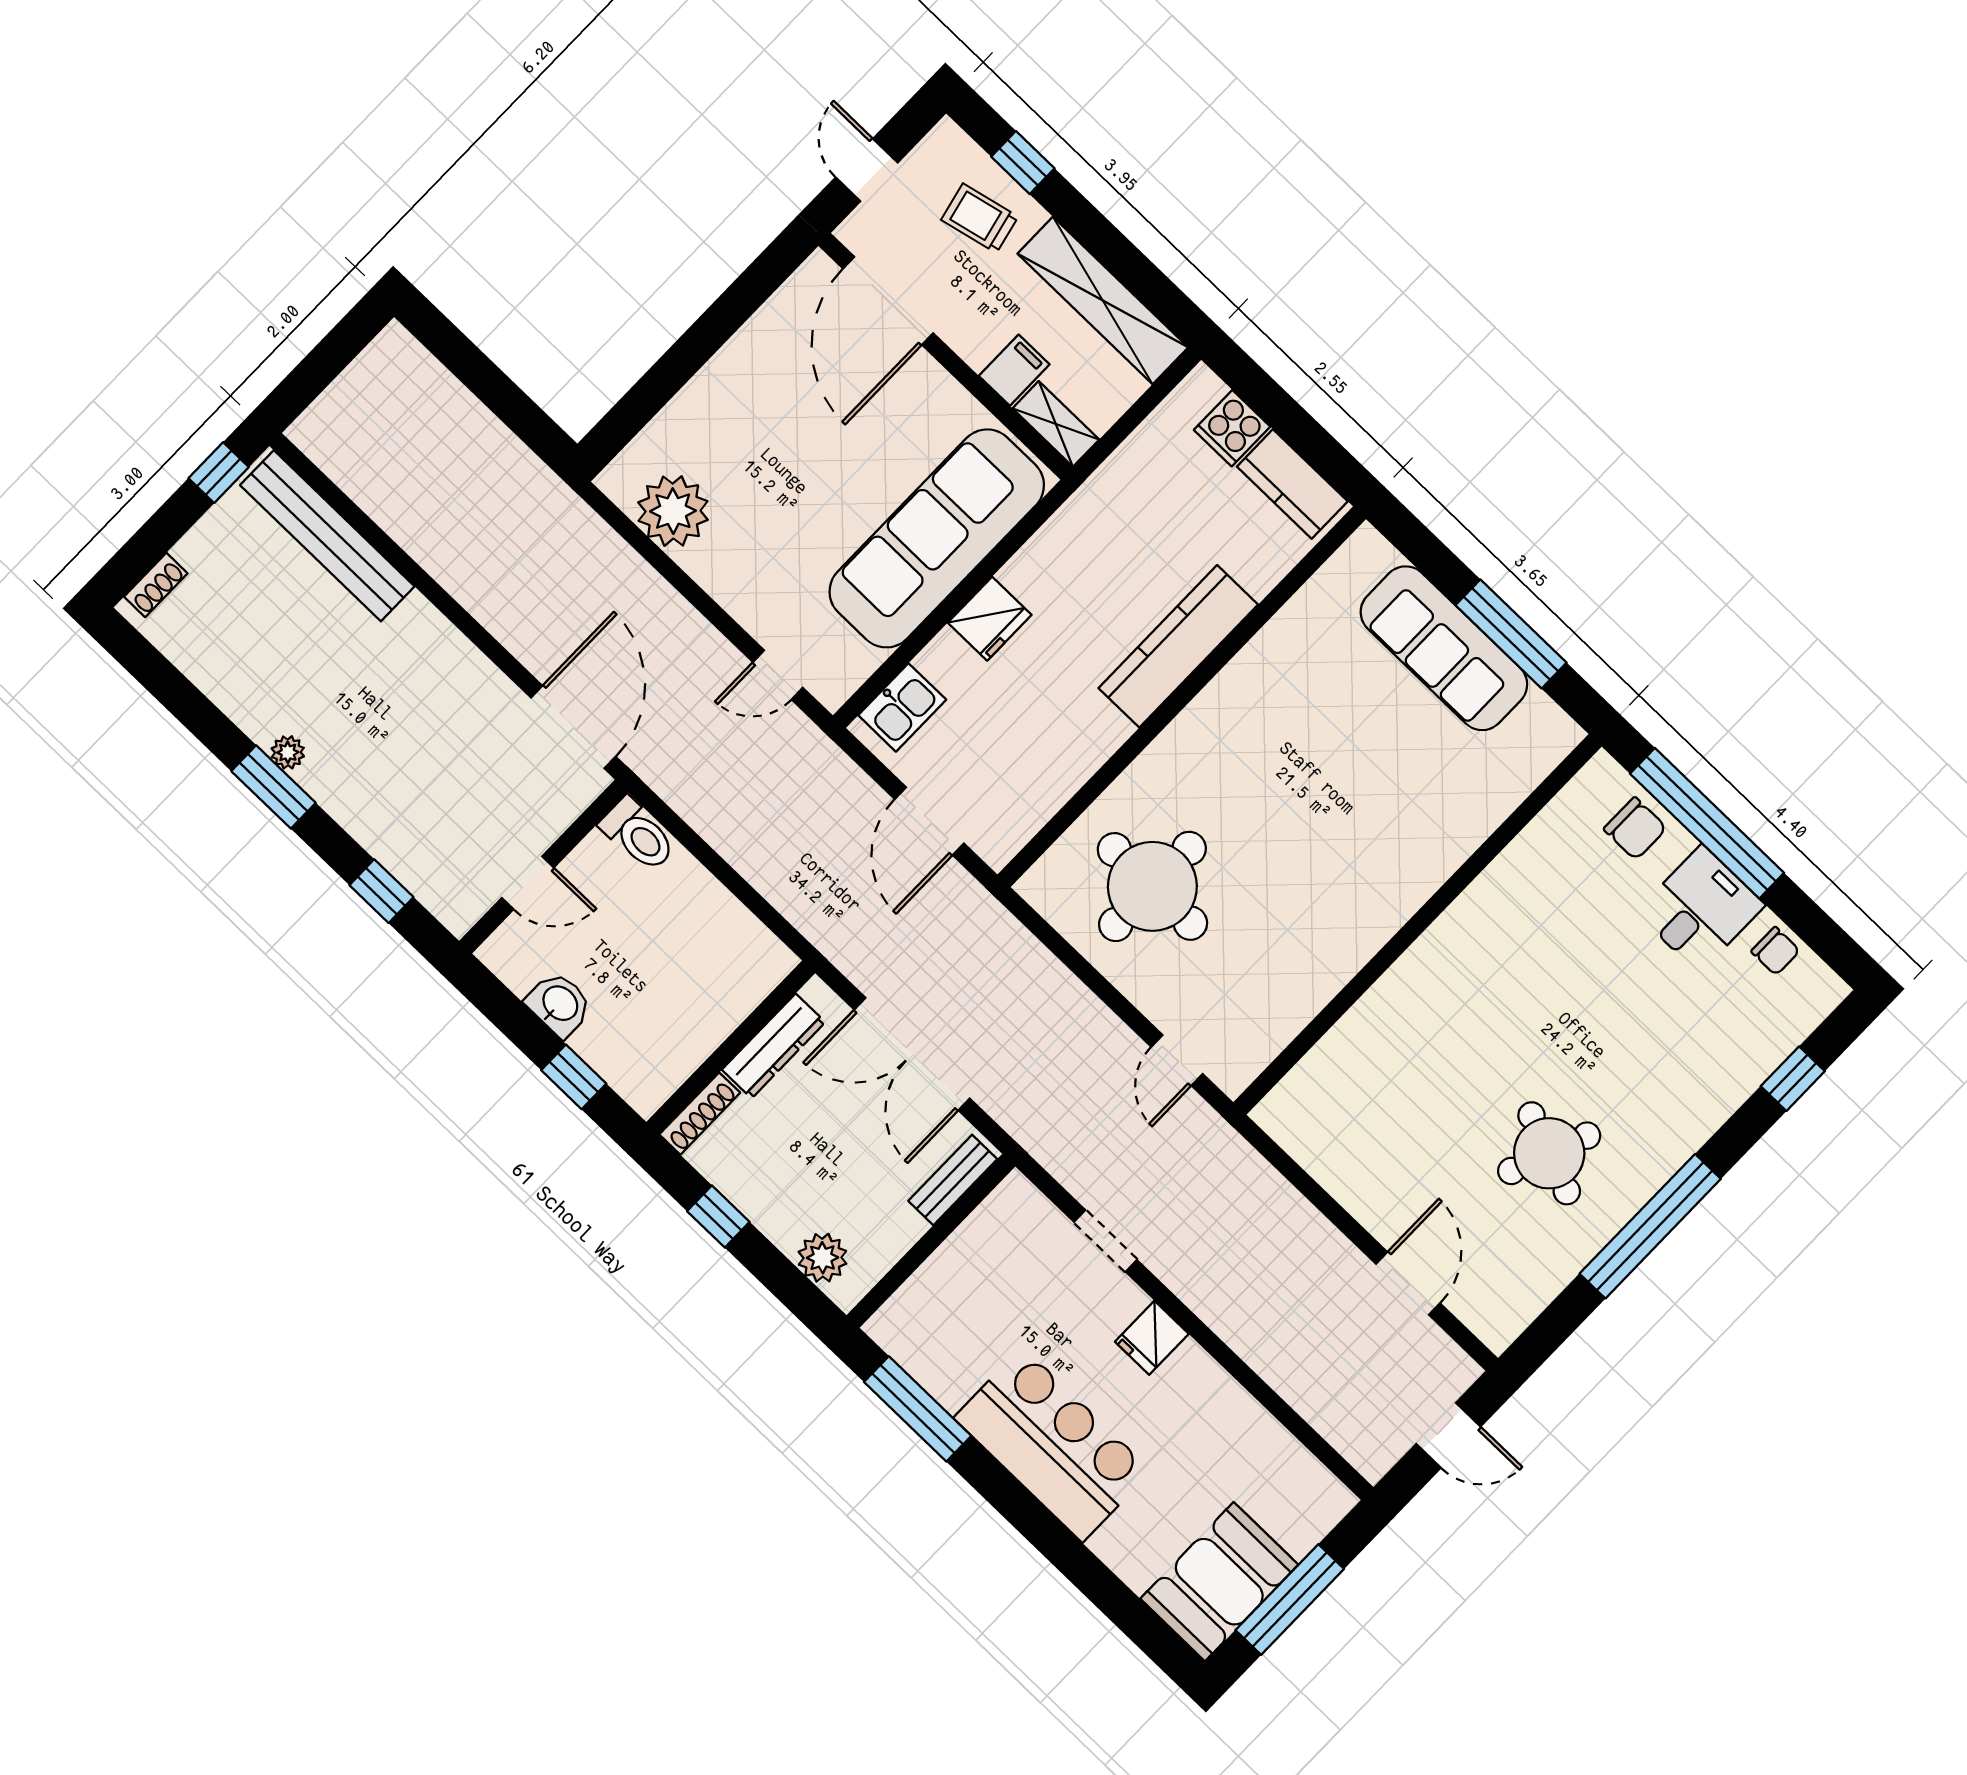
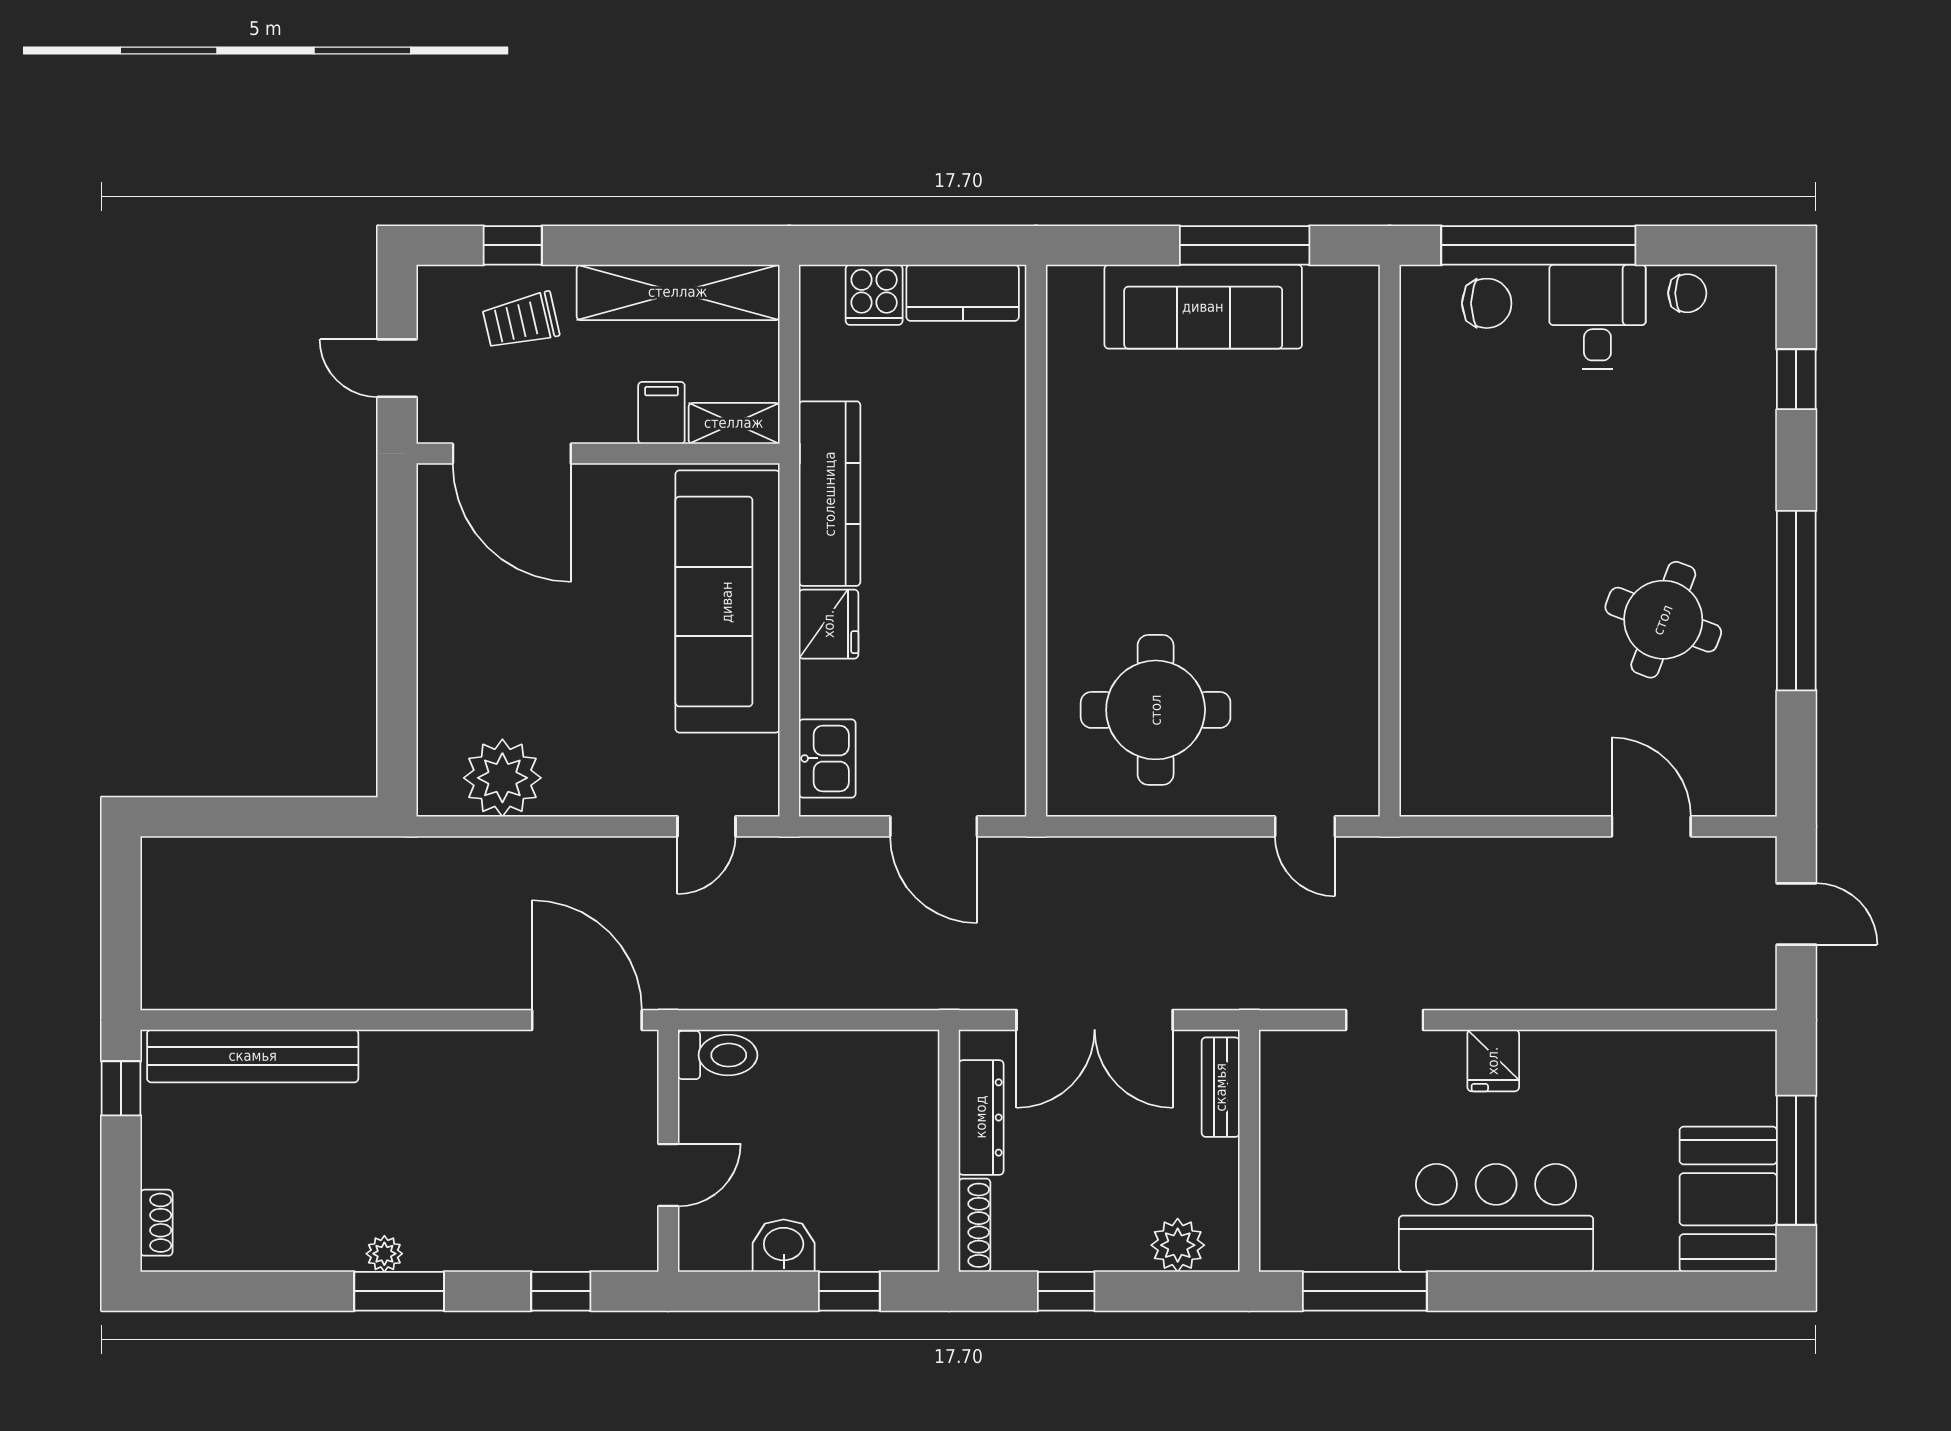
kitchen counter: (1178, 646) -> (830, 494), moved, turned 180
door: (1448, 1435) -> (1796, 914), hinge flipped

